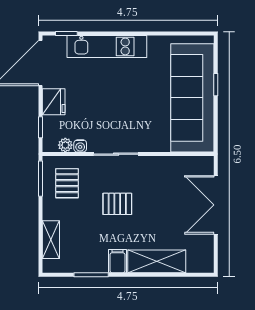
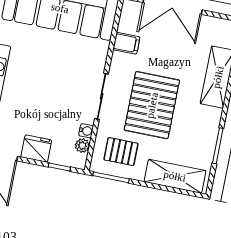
pallet: (117, 204) -> (152, 105), width x2.05, depth x2.00
shelving: (51, 240) -> (175, 176), width x1.50, depth x1.33
filing cabinet: (117, 261) -> (126, 43), moved, turned 180

